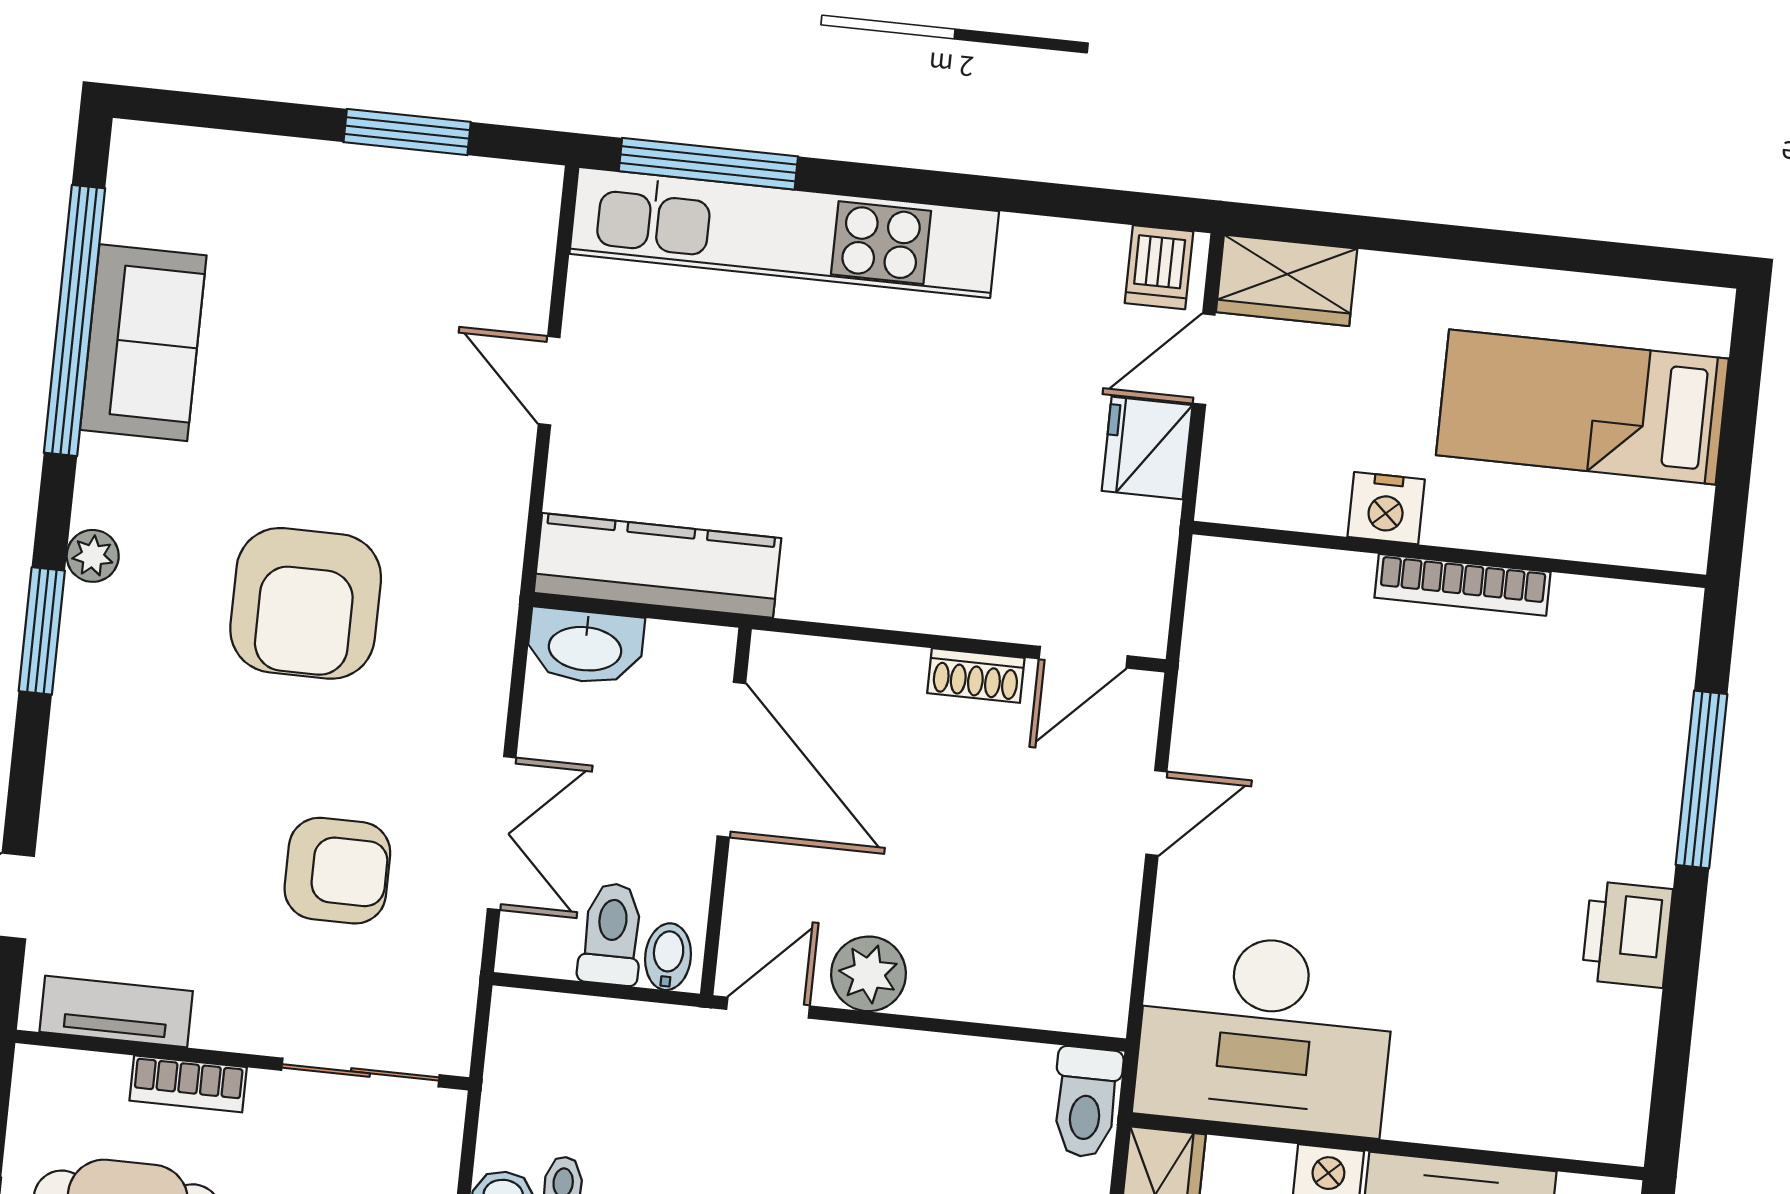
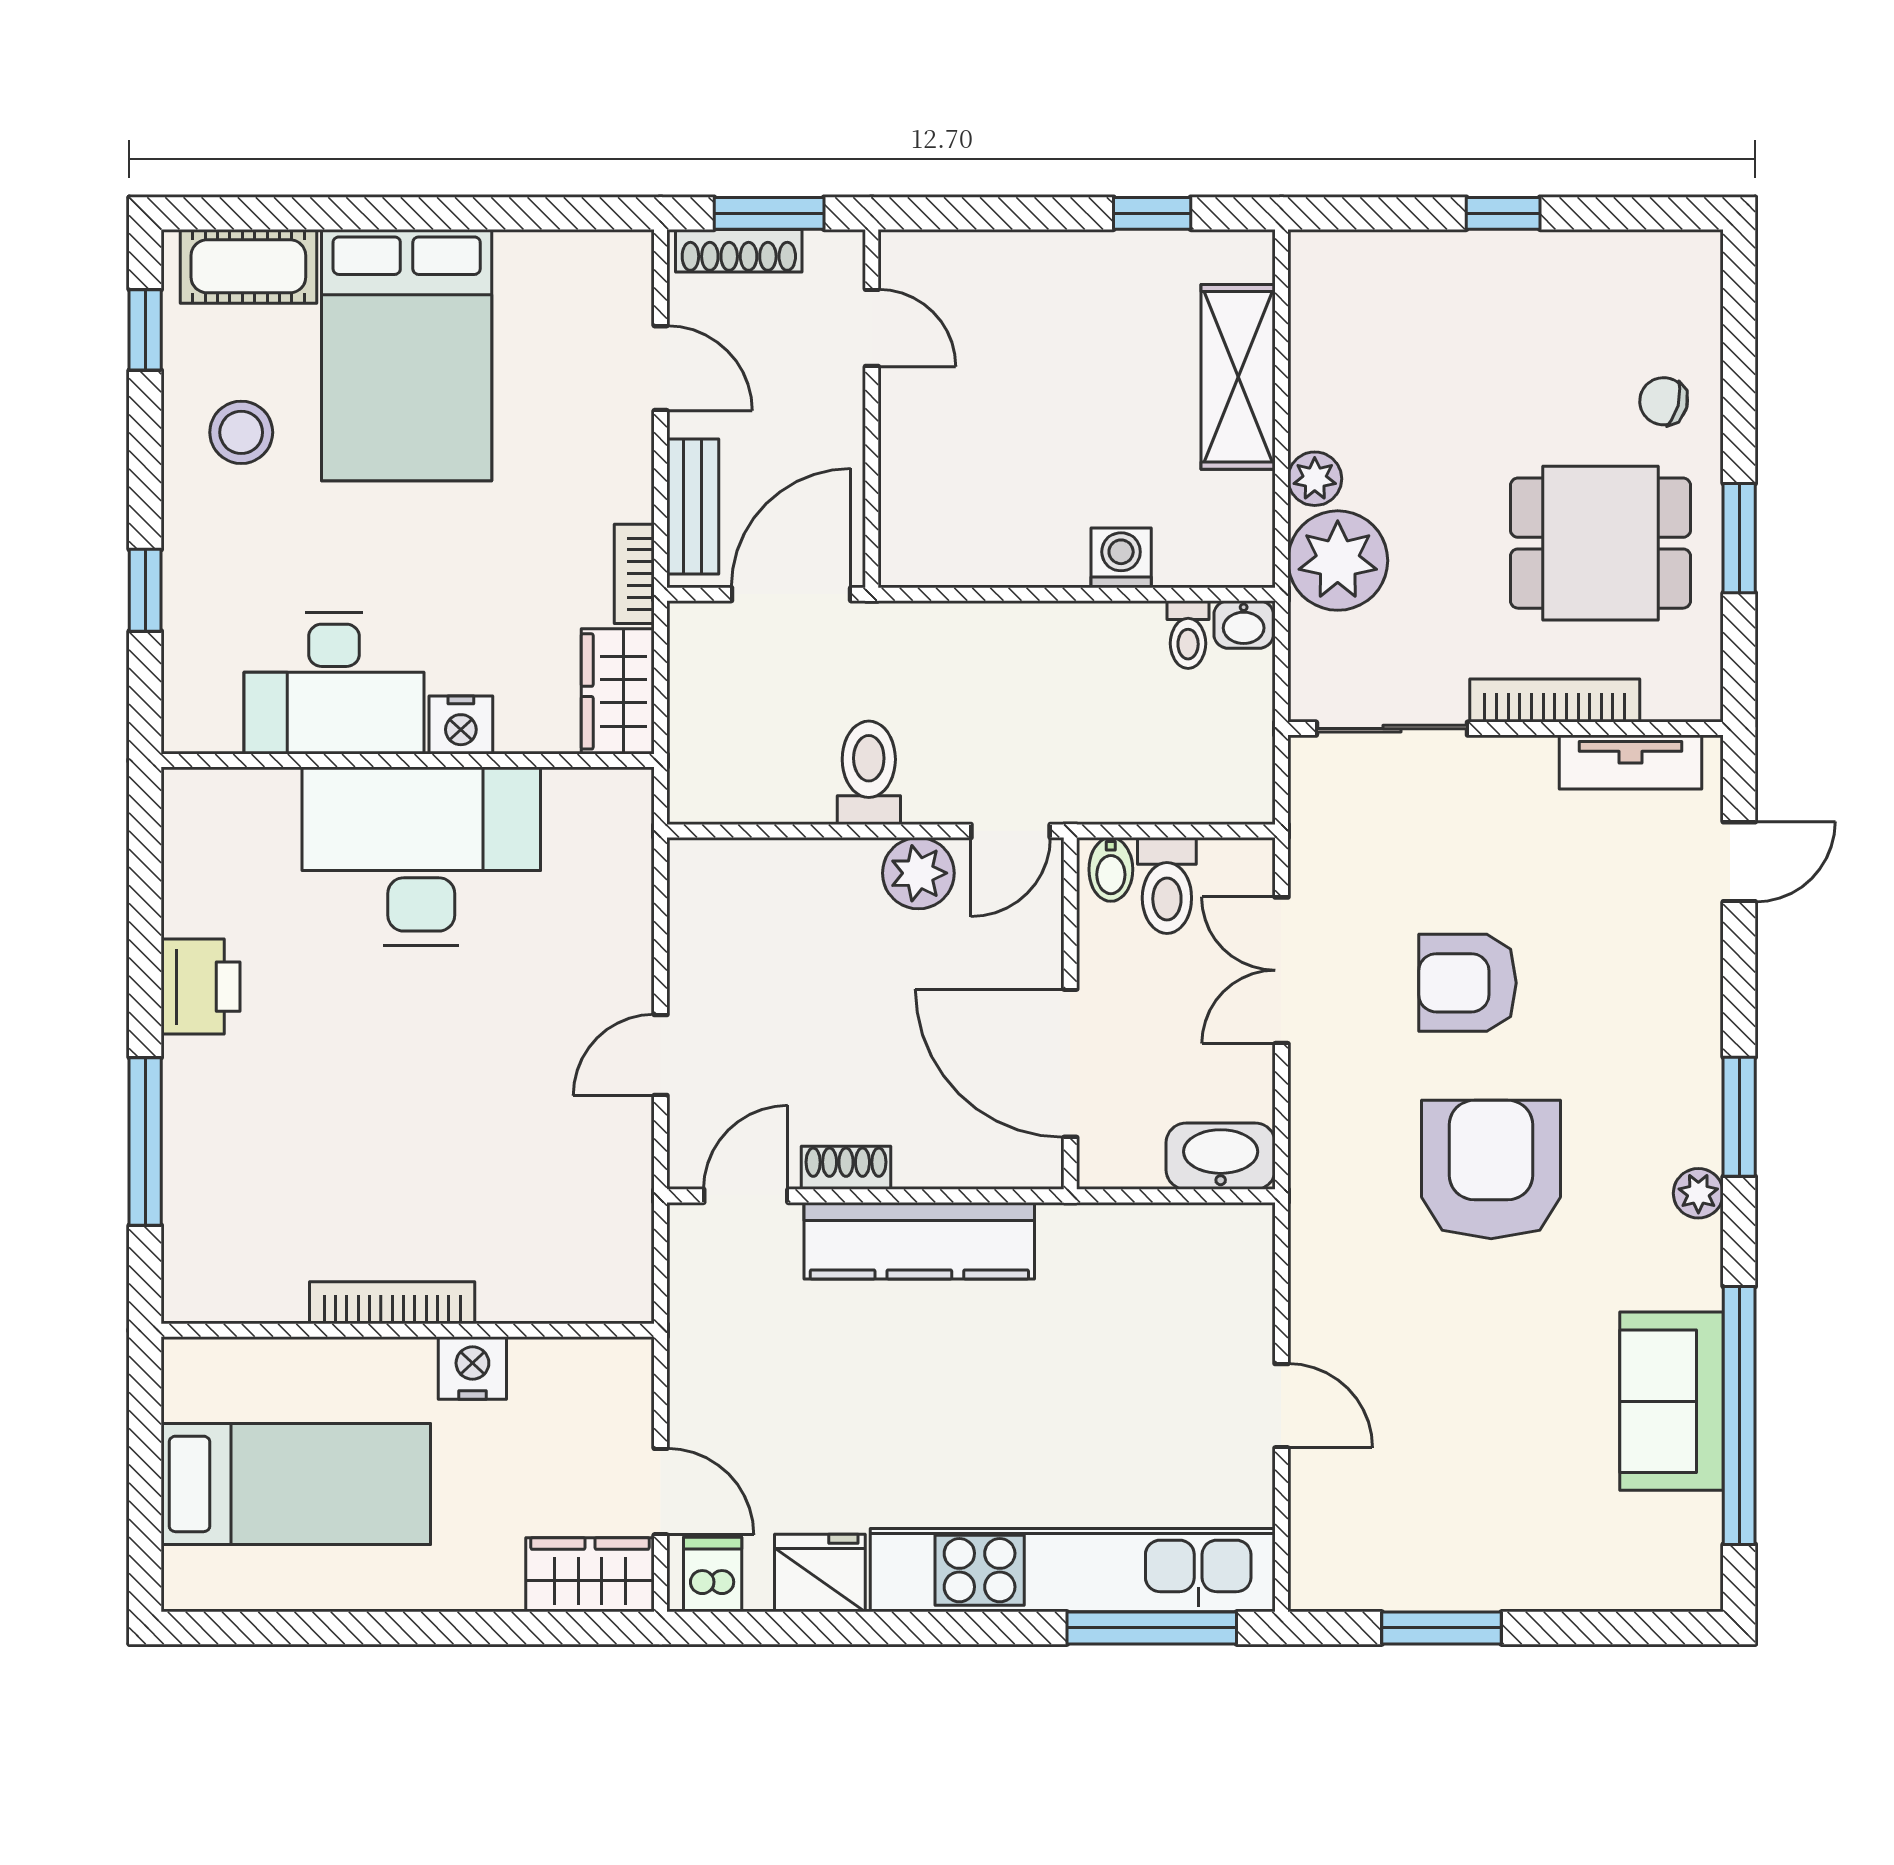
door: (1204, 359) -> (661, 1492), hinge flipped
fridge: (1147, 448) -> (820, 1573), moved, turned -90
kitchen counter: (658, 565) -> (919, 1241), moved
armchair: (337, 871) -> (1467, 983), moved
desk: (1265, 1033) -> (421, 856), moved
bookcase: (188, 1084) -> (1555, 700), width x1.56
toilet: (1086, 1102) -> (869, 773), moved

